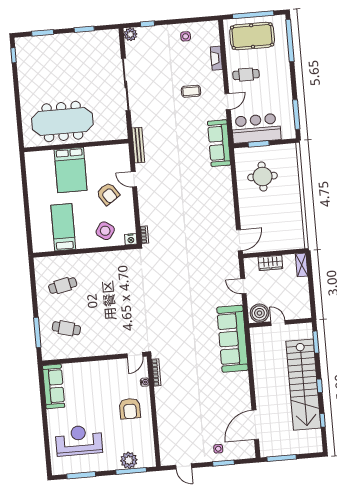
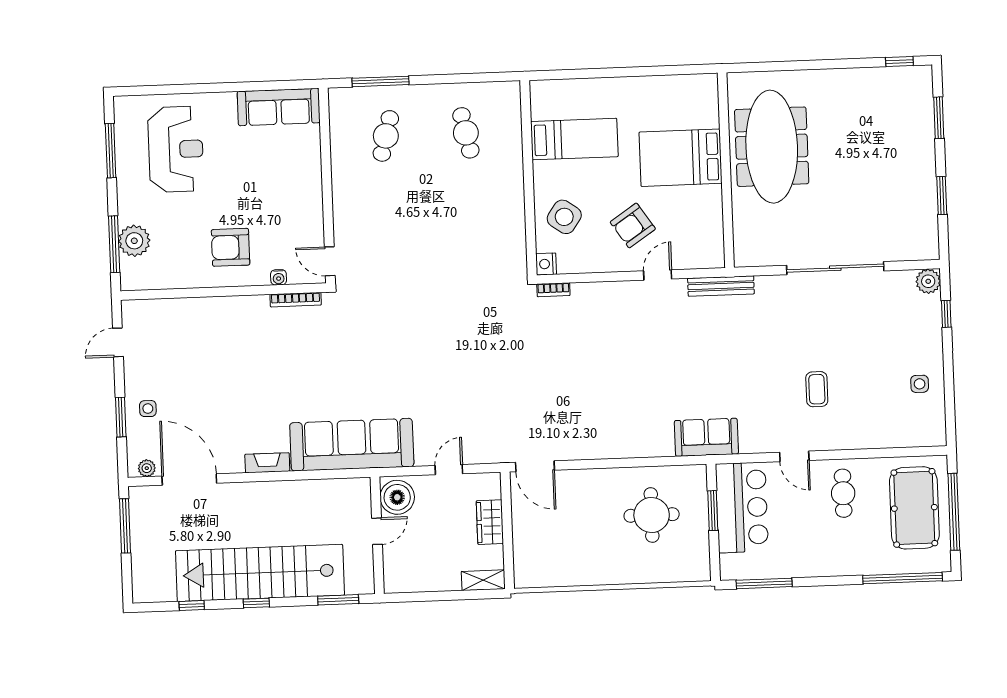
fireplace: (216, 58) -> (267, 463), moved
sofa: (219, 143) -> (706, 437), width x0.73
plant: (250, 448) -> (147, 468), added

